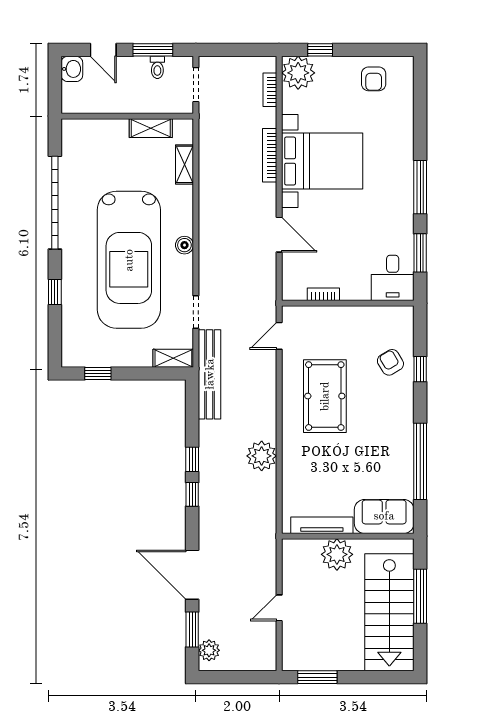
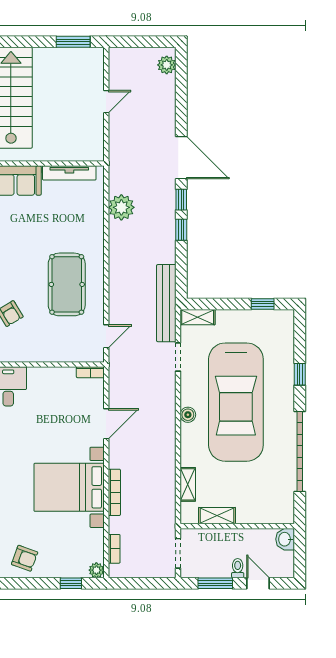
toilet: (157, 67) -> (238, 568), moved
washbasin: (72, 69) -> (285, 539), moved
plant: (298, 73) -> (96, 570), width x0.53, depth x0.53
armchair: (374, 79) -> (25, 558), turned 110
door: (279, 235) -> (106, 424), swing flipped
car: (129, 260) -> (236, 402), turned 180
bookcase: (323, 294) -> (90, 372), moved
plant: (262, 456) -> (121, 207), moved
plant: (337, 554) -> (56, 148), removed
door: (192, 575) -> (181, 158), moved
window: (192, 629) -> (181, 83), removed

